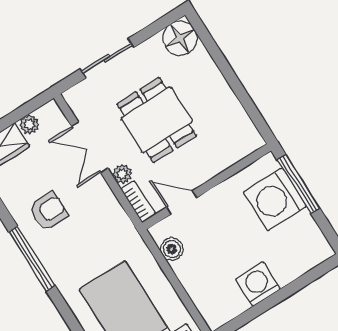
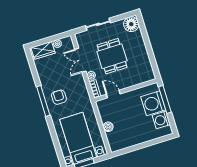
armchair: (48, 211) -> (59, 97), moved, turned -90
boiler: (172, 249) -> (108, 127), moved
washing machine: (258, 284) -> (161, 120), moved, turned -90

